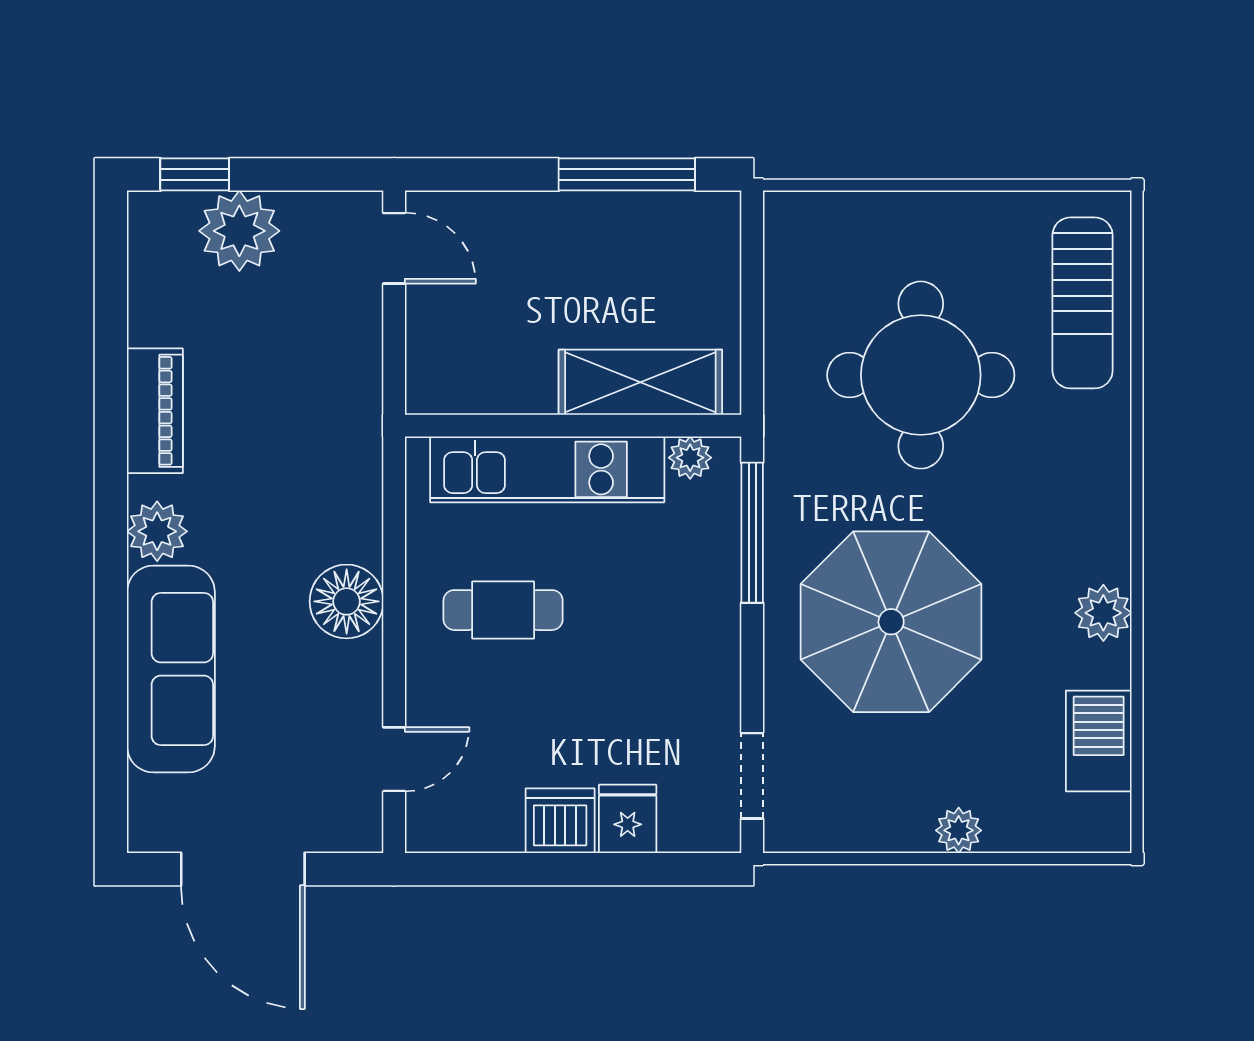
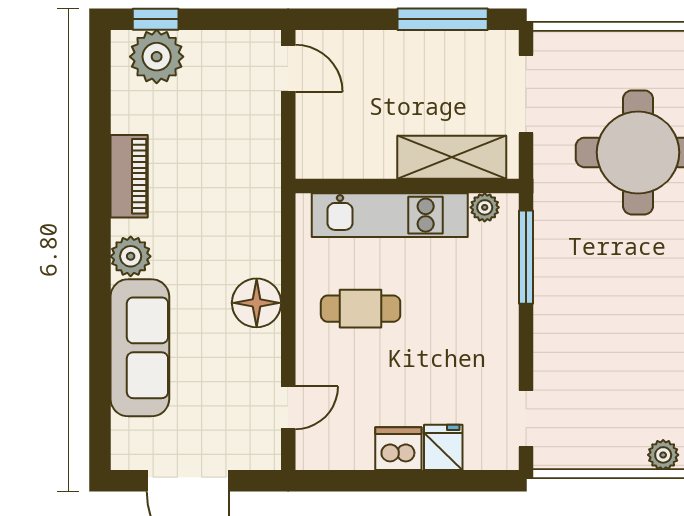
plant: (239, 231) -> (157, 57), moved
doorway: (752, 287) -> (526, 94), added
parasol: (891, 622) -> (618, 316), removed

